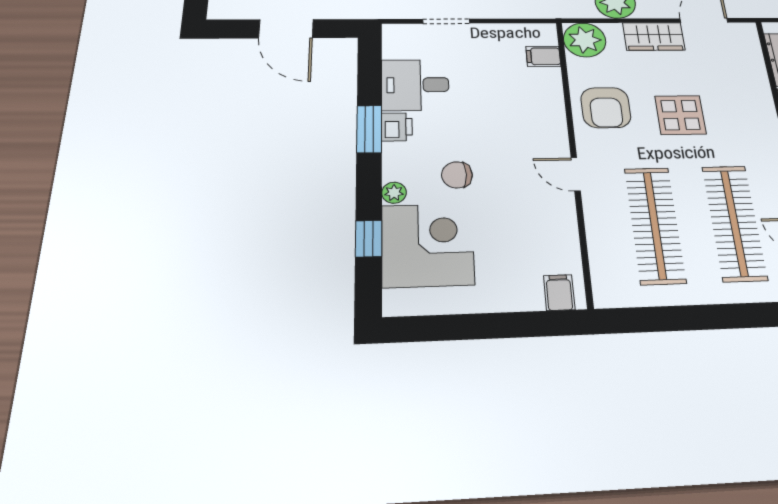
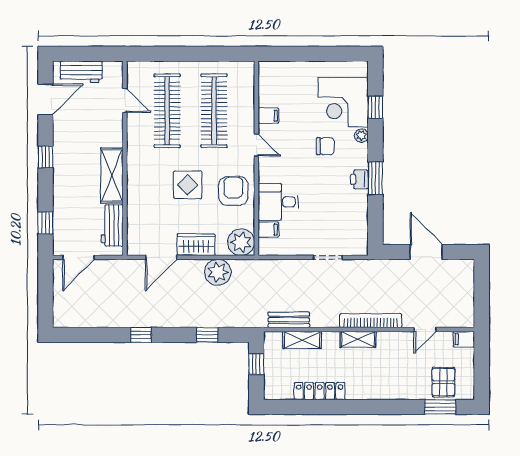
desk: (415, 85) -> (278, 202), moved, turned 180
filing cabinet: (559, 293) -> (268, 116), moved, turned -90

